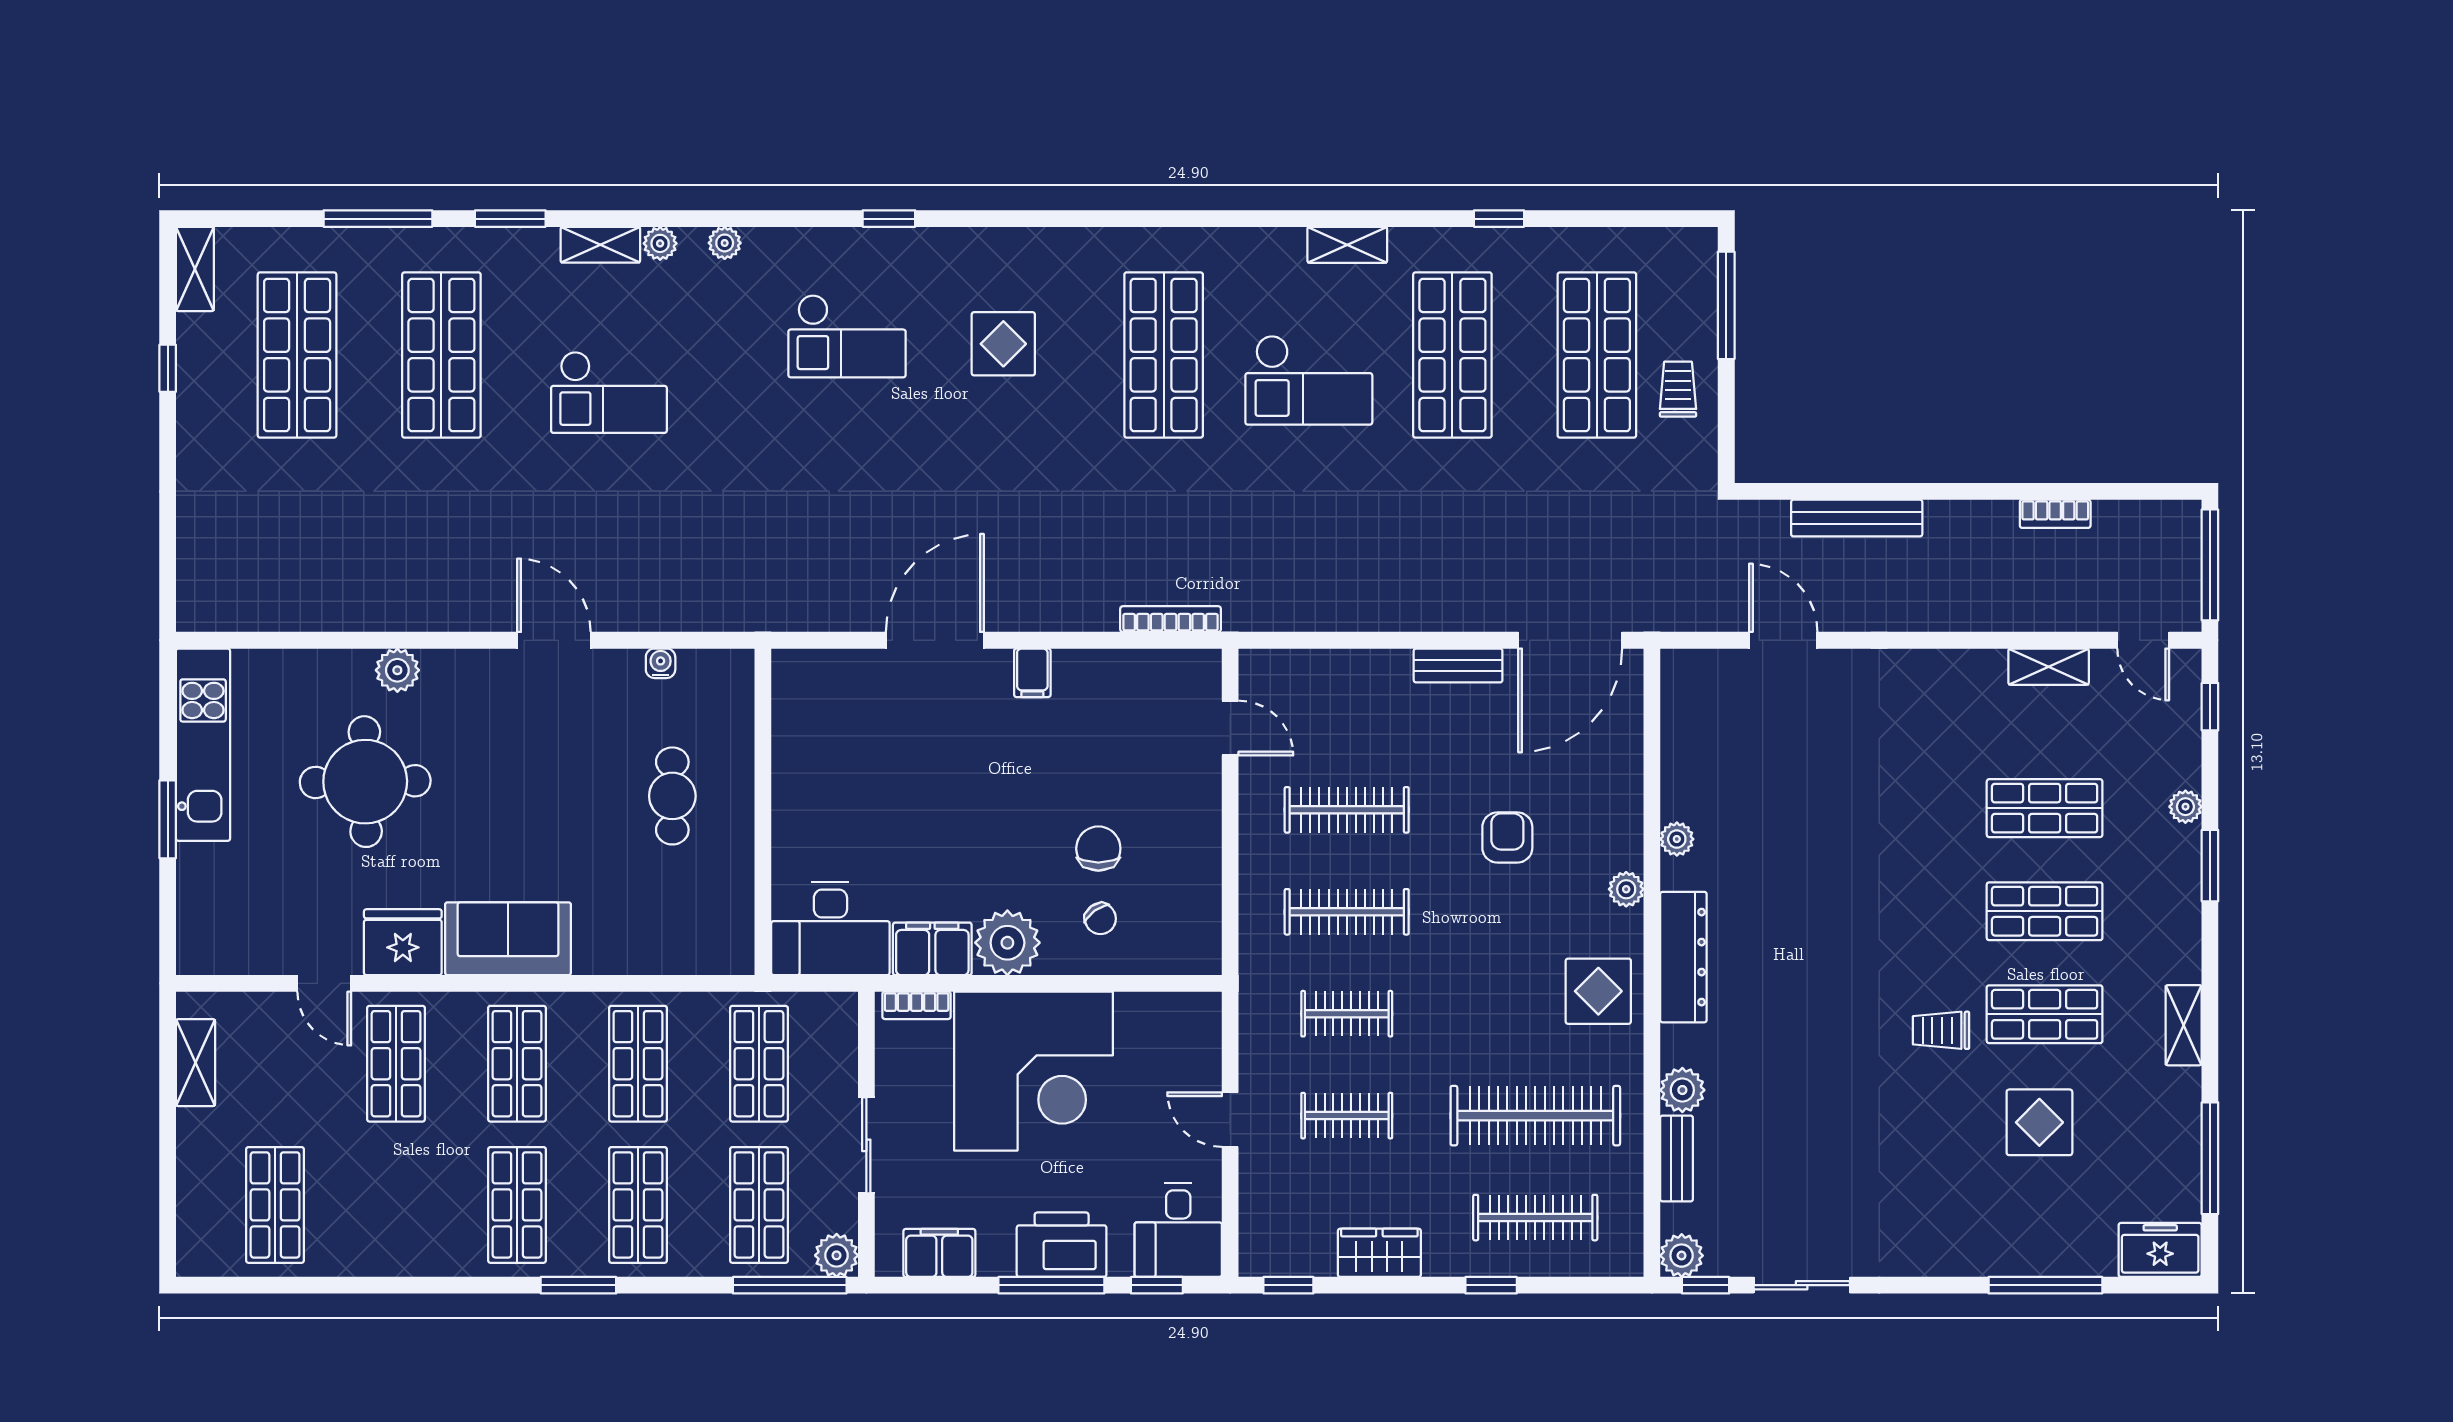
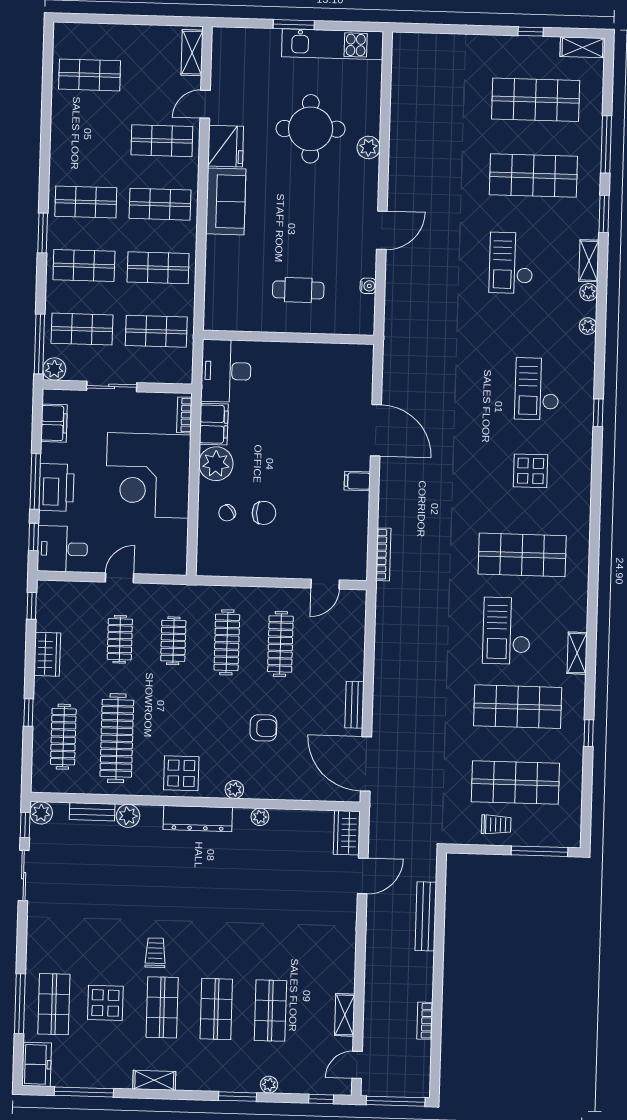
wardrobe: (1702, 673) -> (347, 833), added
shelving: (196, 1063) -> (192, 53), moved, turned 90
shop shelf: (2045, 1220) -> (54, 1004), added

